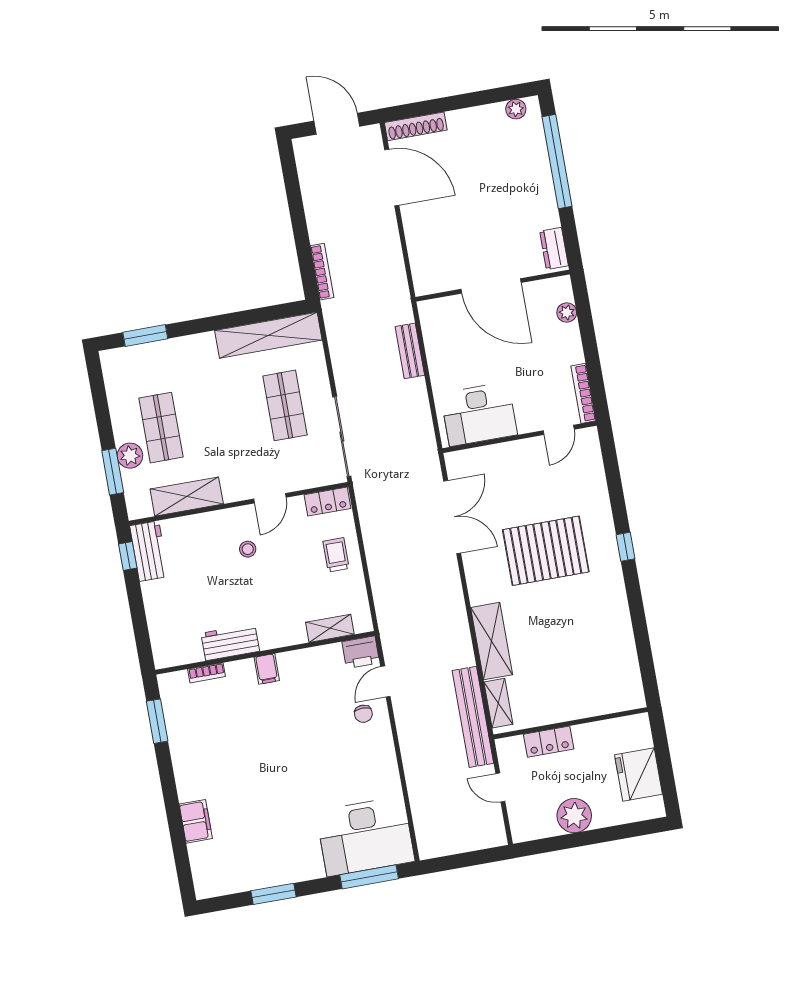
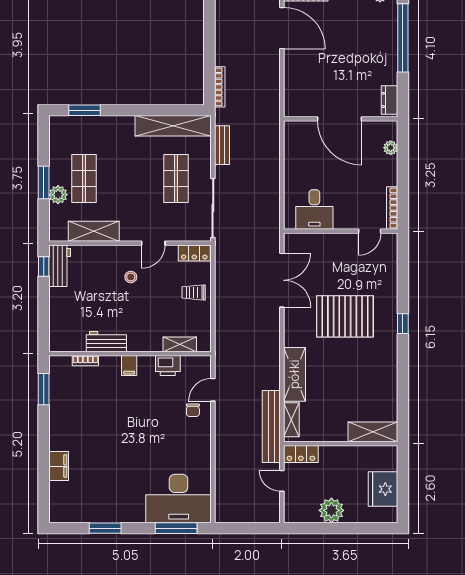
bench: (410, 351) -> (222, 145), moved
desk: (479, 414) -> (314, 210), width x0.73
window: (113, 472) -> (44, 182), moved
trolley: (336, 555) -> (194, 292), turned -90
printer: (361, 652) -> (168, 366), moved
shelving: (611, 700) -> (373, 432), added
locker: (549, 742) -> (301, 454), moved

